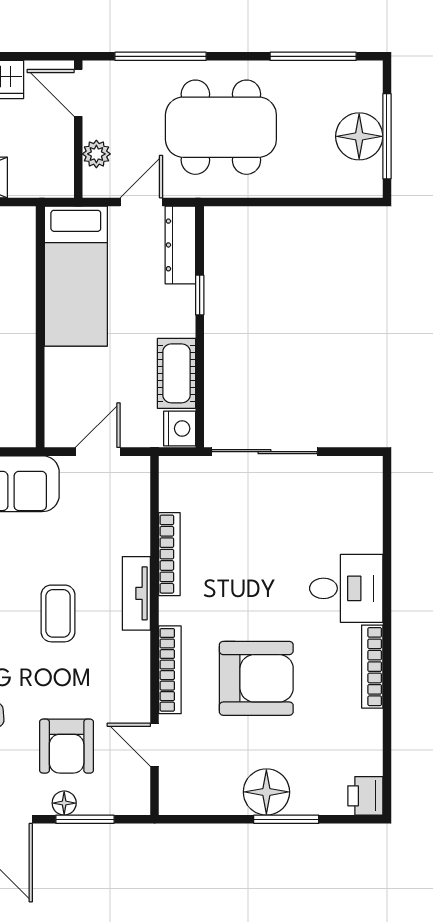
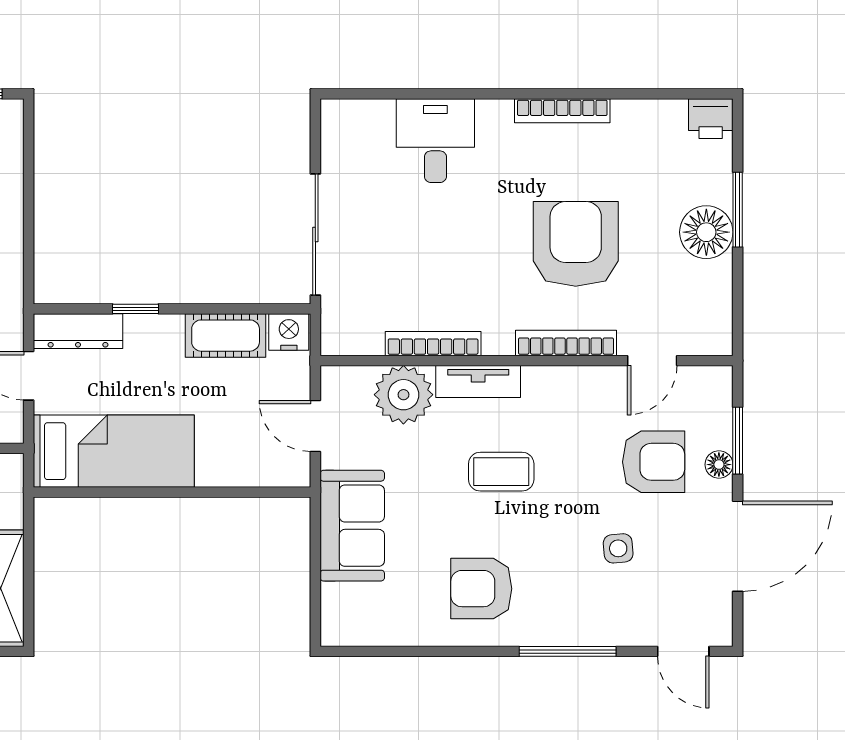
plant: (125, 528) -> (403, 395), added
desk: (346, 588) -> (435, 141), moved

